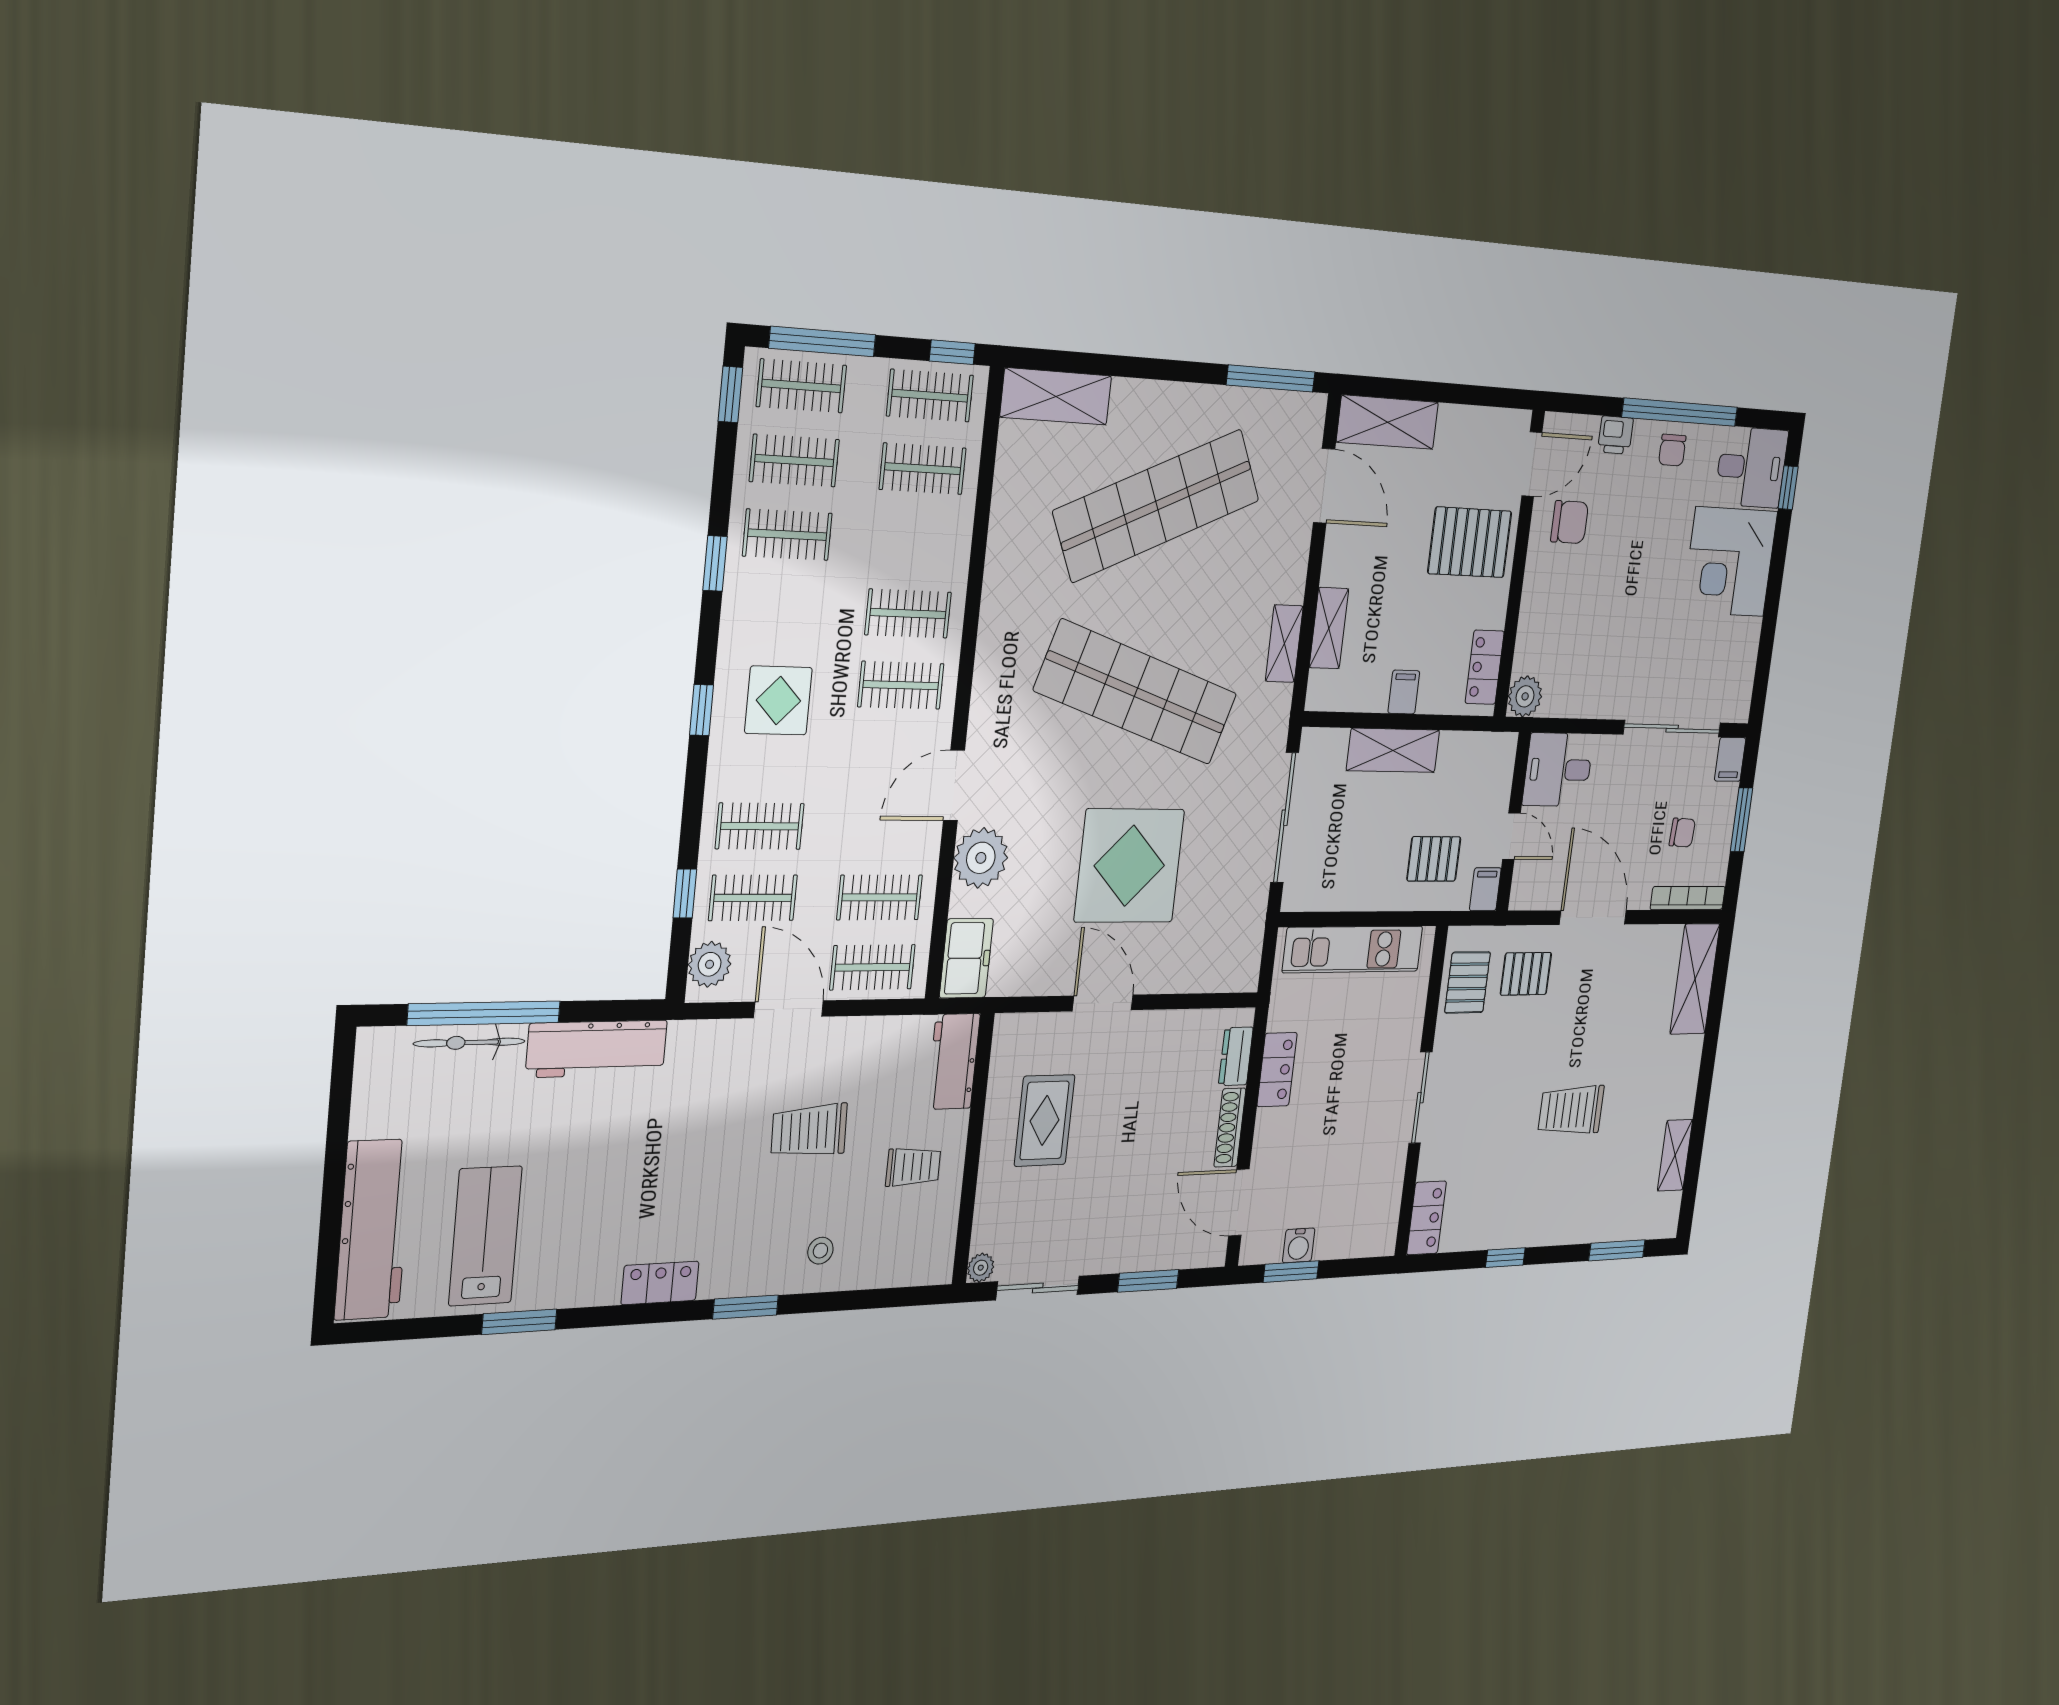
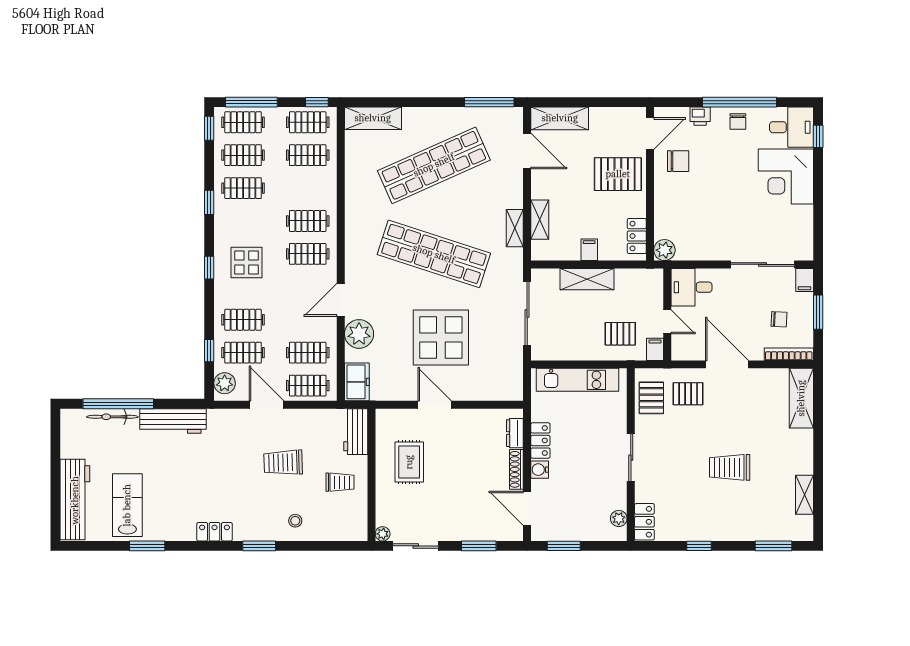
plant: (1387, 1214) -> (619, 518), added
water cooler: (1299, 1245) -> (540, 470), moved, turned 90

